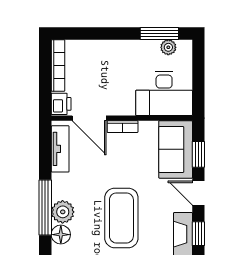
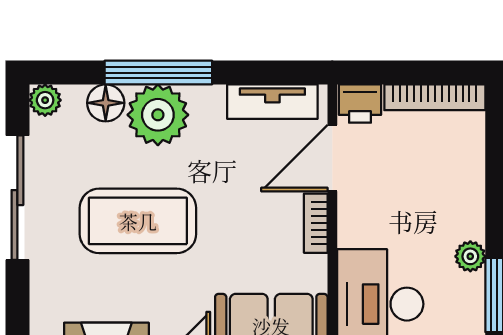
plant: (168, 47) -> (470, 256), moved
plant: (63, 212) -> (158, 115), width x1.36, depth x1.36

